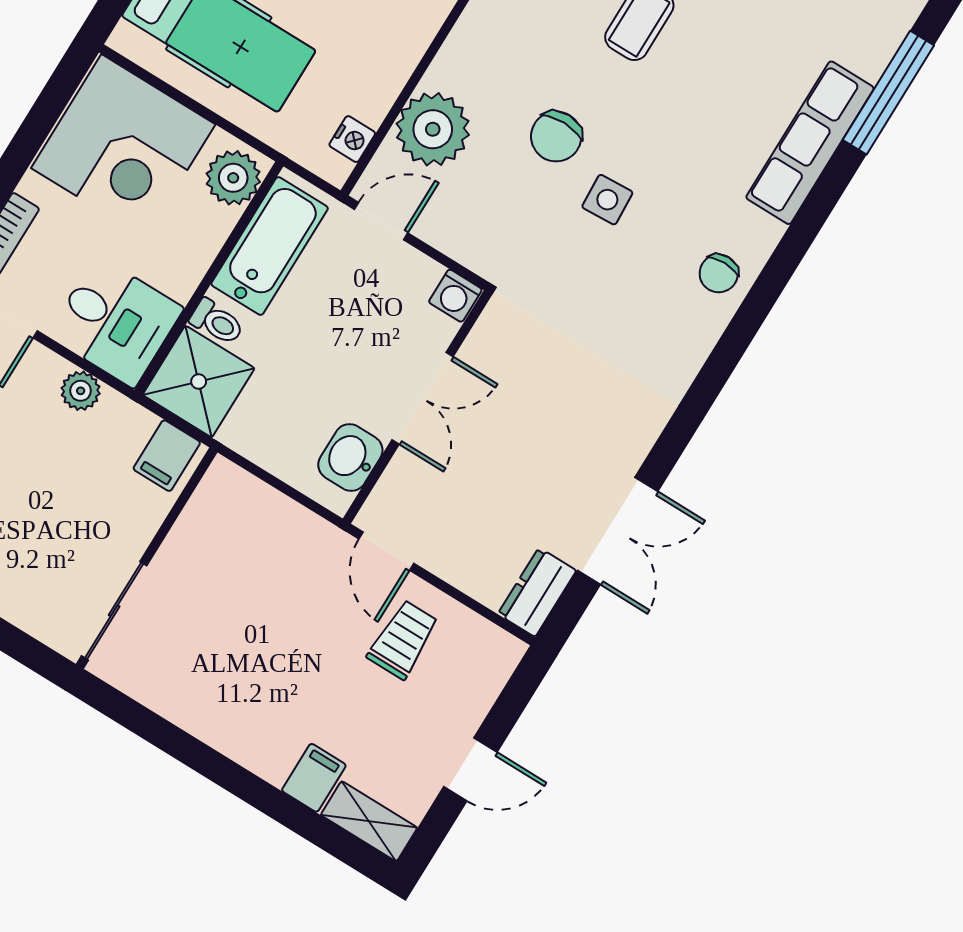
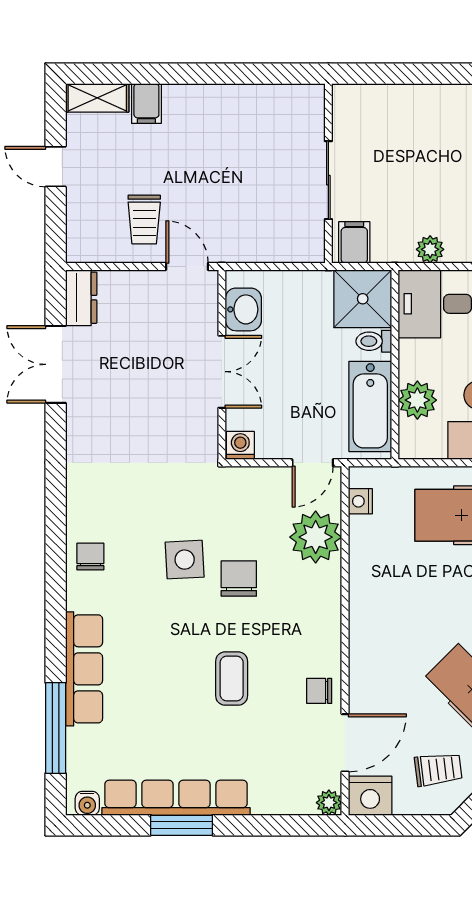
plant: (233, 178) -> (417, 400), moved
side table: (607, 200) -> (185, 560), width x1.37, depth x1.37
double door: (423, 398) -> (222, 372), swing flipped
sliding door: (114, 611) -> (328, 180), moved
door: (470, 769) -> (56, 167), hinge flipped

